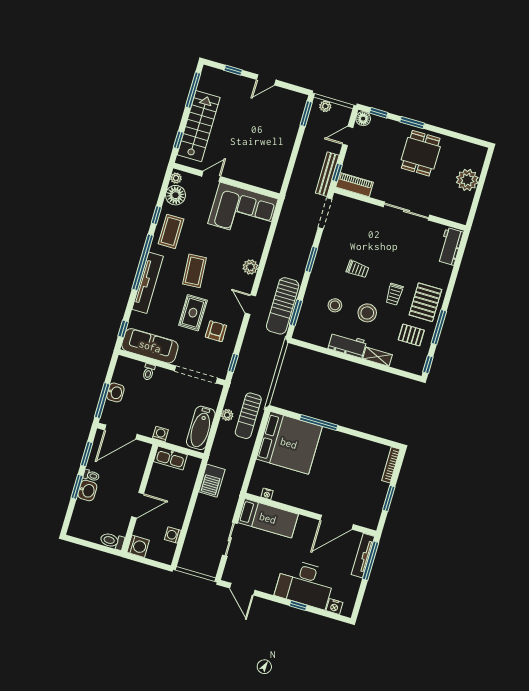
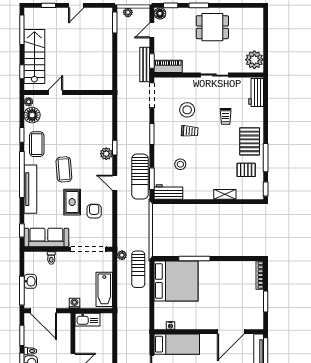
dining table: (421, 153) -> (212, 27), turned 90
plant: (467, 180) -> (254, 60), moved
corner sofa: (243, 211) -> (88, 112), removed
sliding door: (406, 211) -> (214, 75), width x0.73
trolley: (394, 294) -> (226, 116), moved
stool: (367, 313) -> (187, 110), moved
workbench: (347, 345) -> (168, 192), moved
window: (233, 363) -> (115, 148), moved
plant: (227, 415) -> (122, 255), moved
door: (121, 432) -> (43, 311), hinge flipped
barbecue: (212, 481) -> (125, 328), removed

